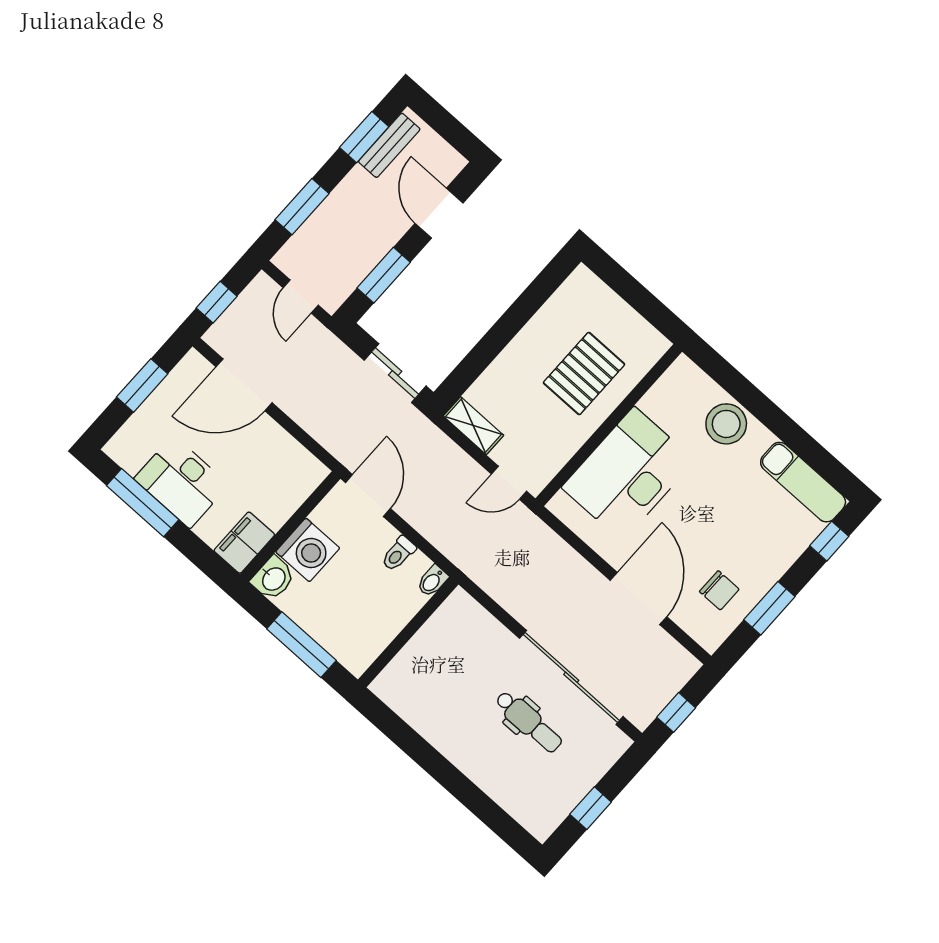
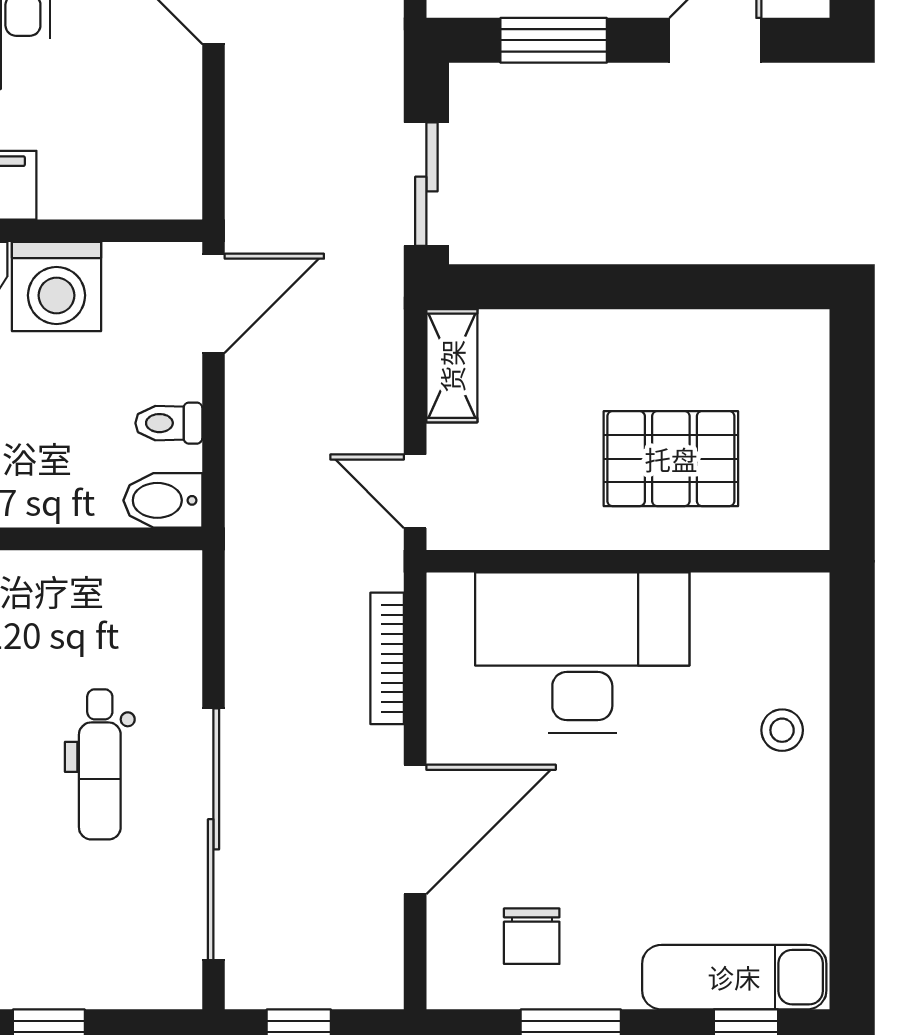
stool: (726, 424) -> (782, 730), width x0.53, depth x0.53
exam couch: (803, 482) -> (734, 977), moved, turned 90
bookcase: (563, 551) -> (387, 658), added
bidet: (432, 581) -> (163, 500), width x1.38, depth x1.36
dental chair: (529, 722) -> (100, 764), moved

